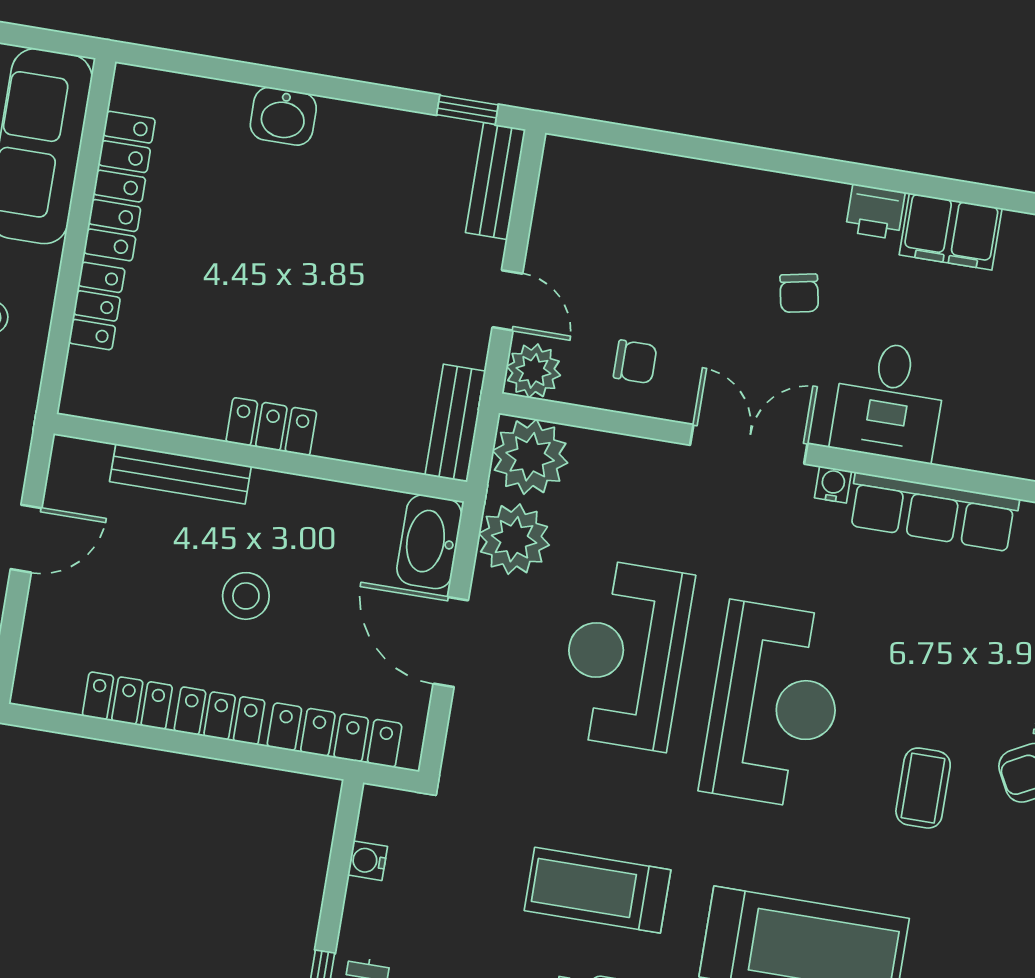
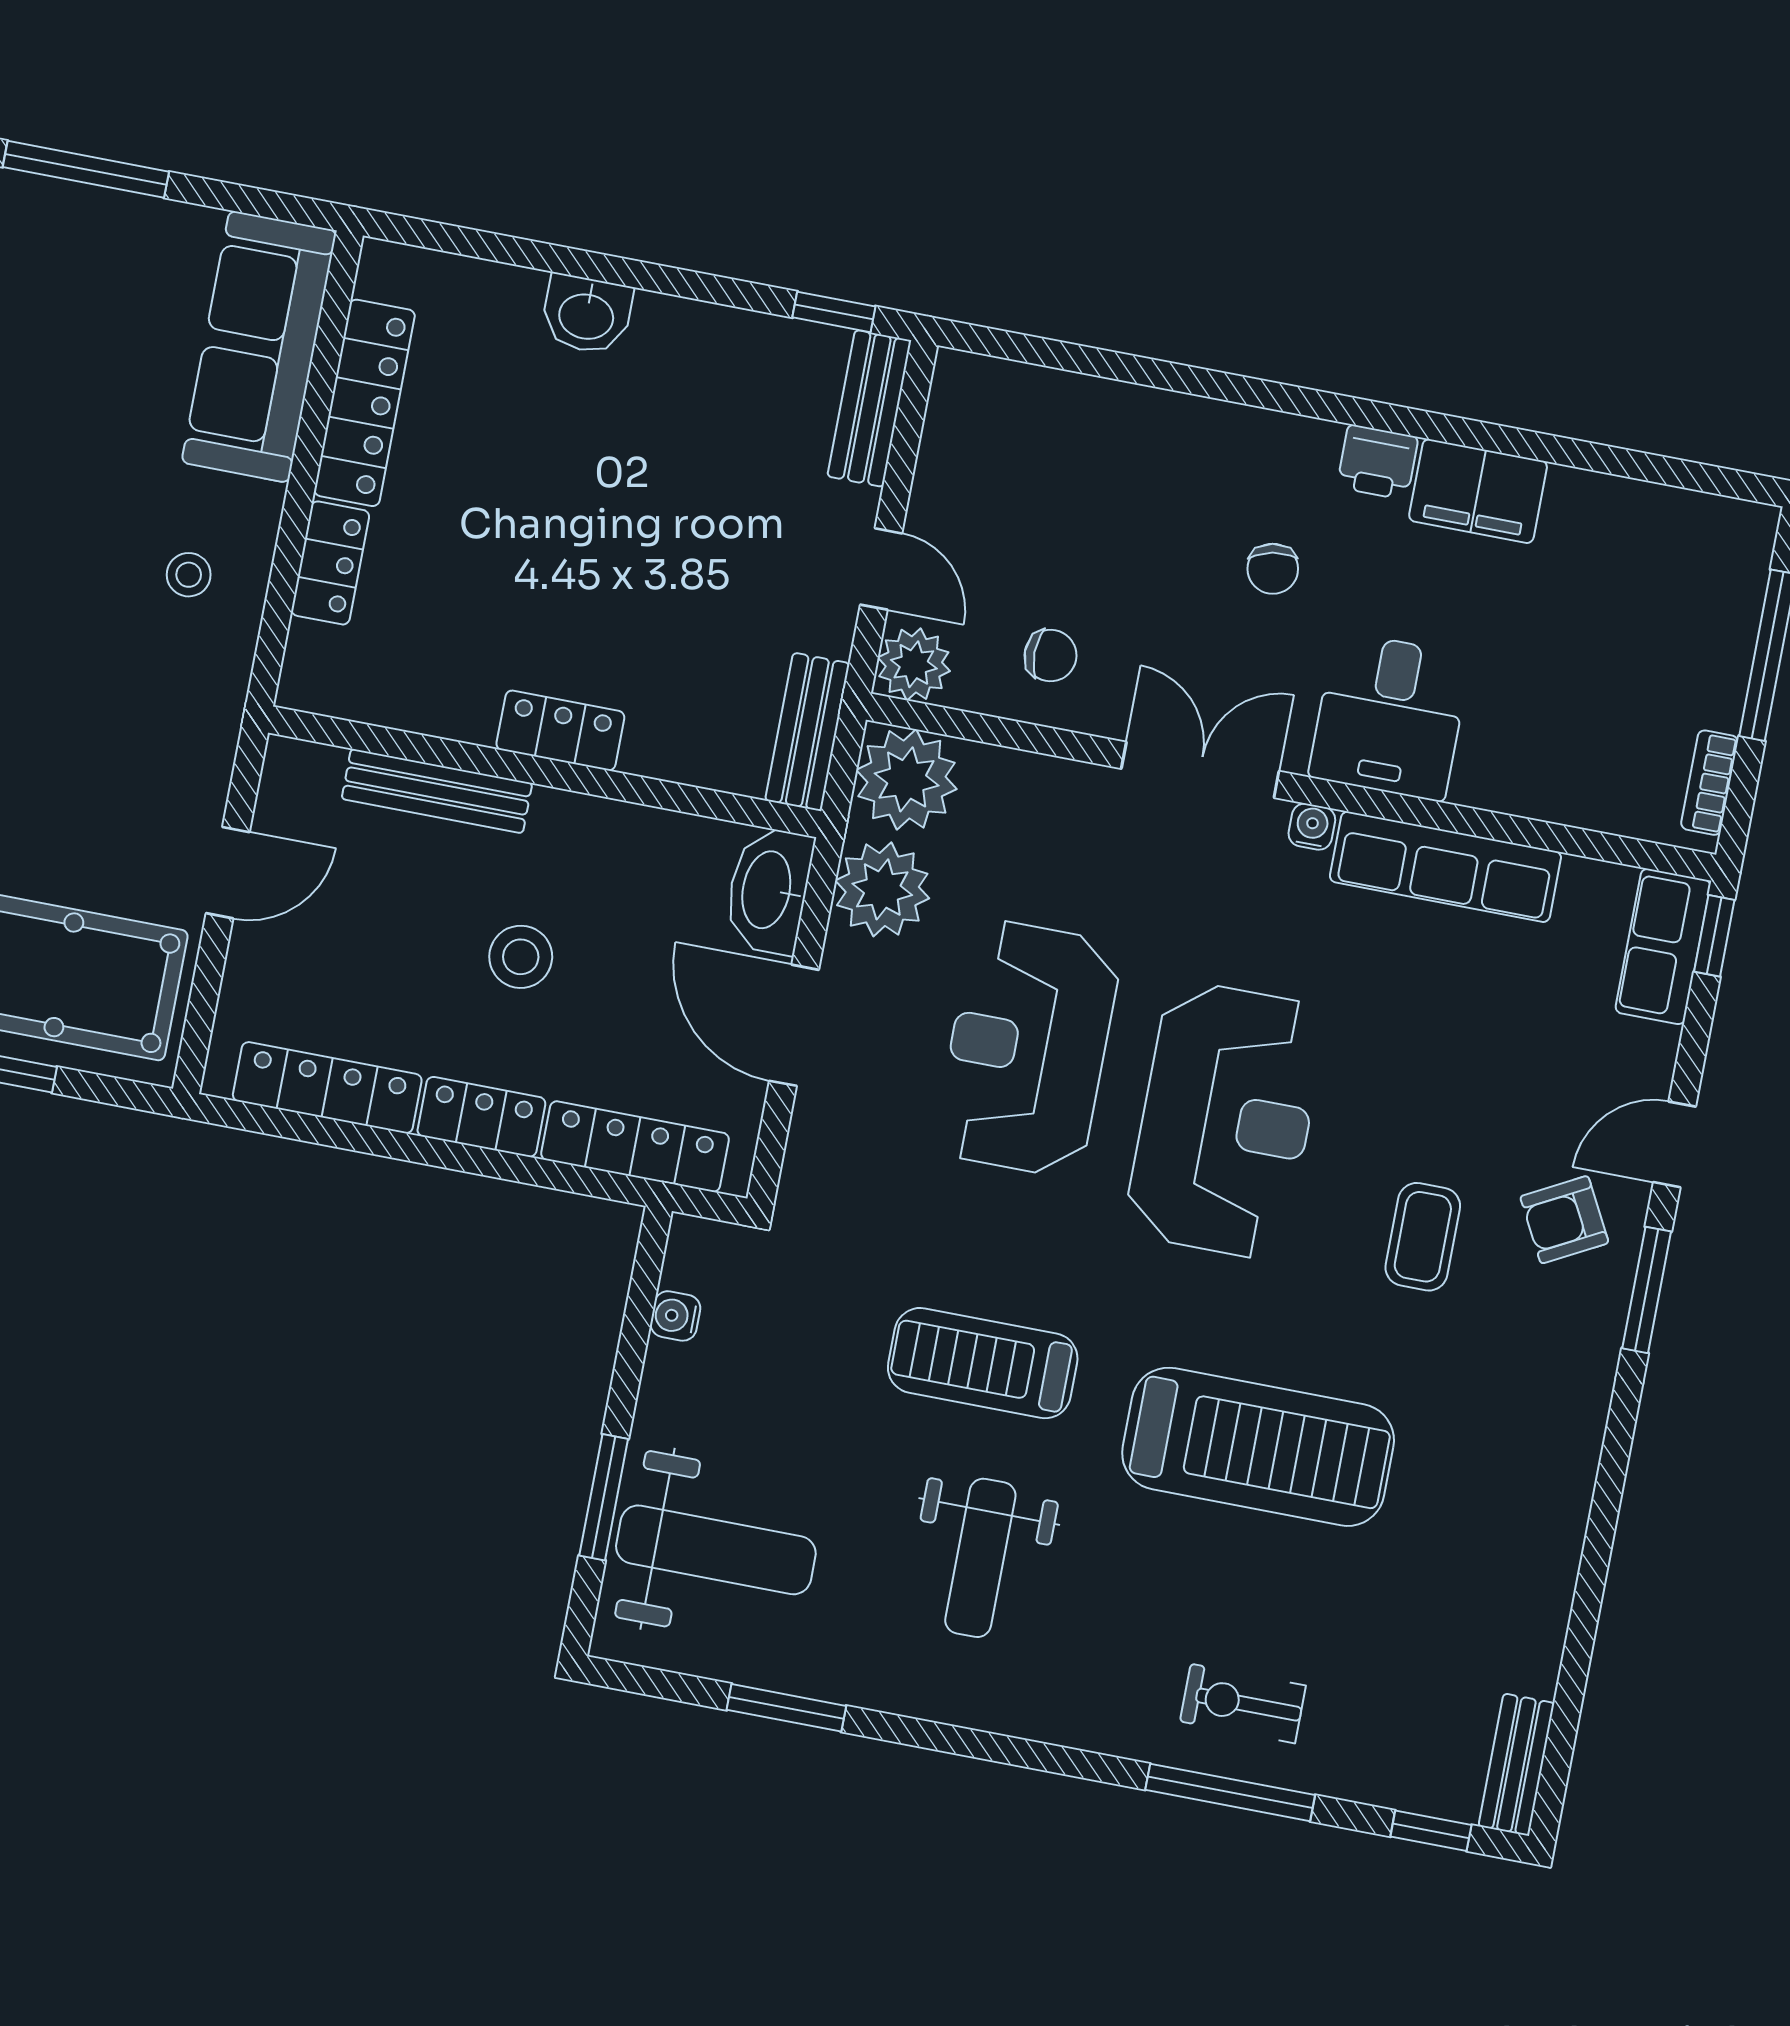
locker: (127, 701) -> (327, 1088), width x1.53

